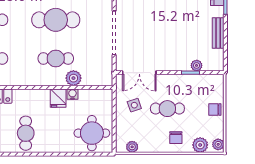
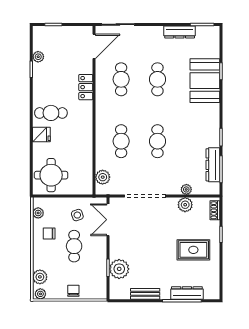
cafe table: (56, 20) -> (157, 141), width x0.73, depth x0.74
plant: (197, 65) -> (119, 269), width x1.88, depth x1.88
plant: (73, 78) -> (103, 177), moved
water cooler: (72, 94) -> (88, 157), removed
fridge: (58, 98) -> (41, 135), moved, turned 180
chair: (176, 138) -> (49, 234), moved

